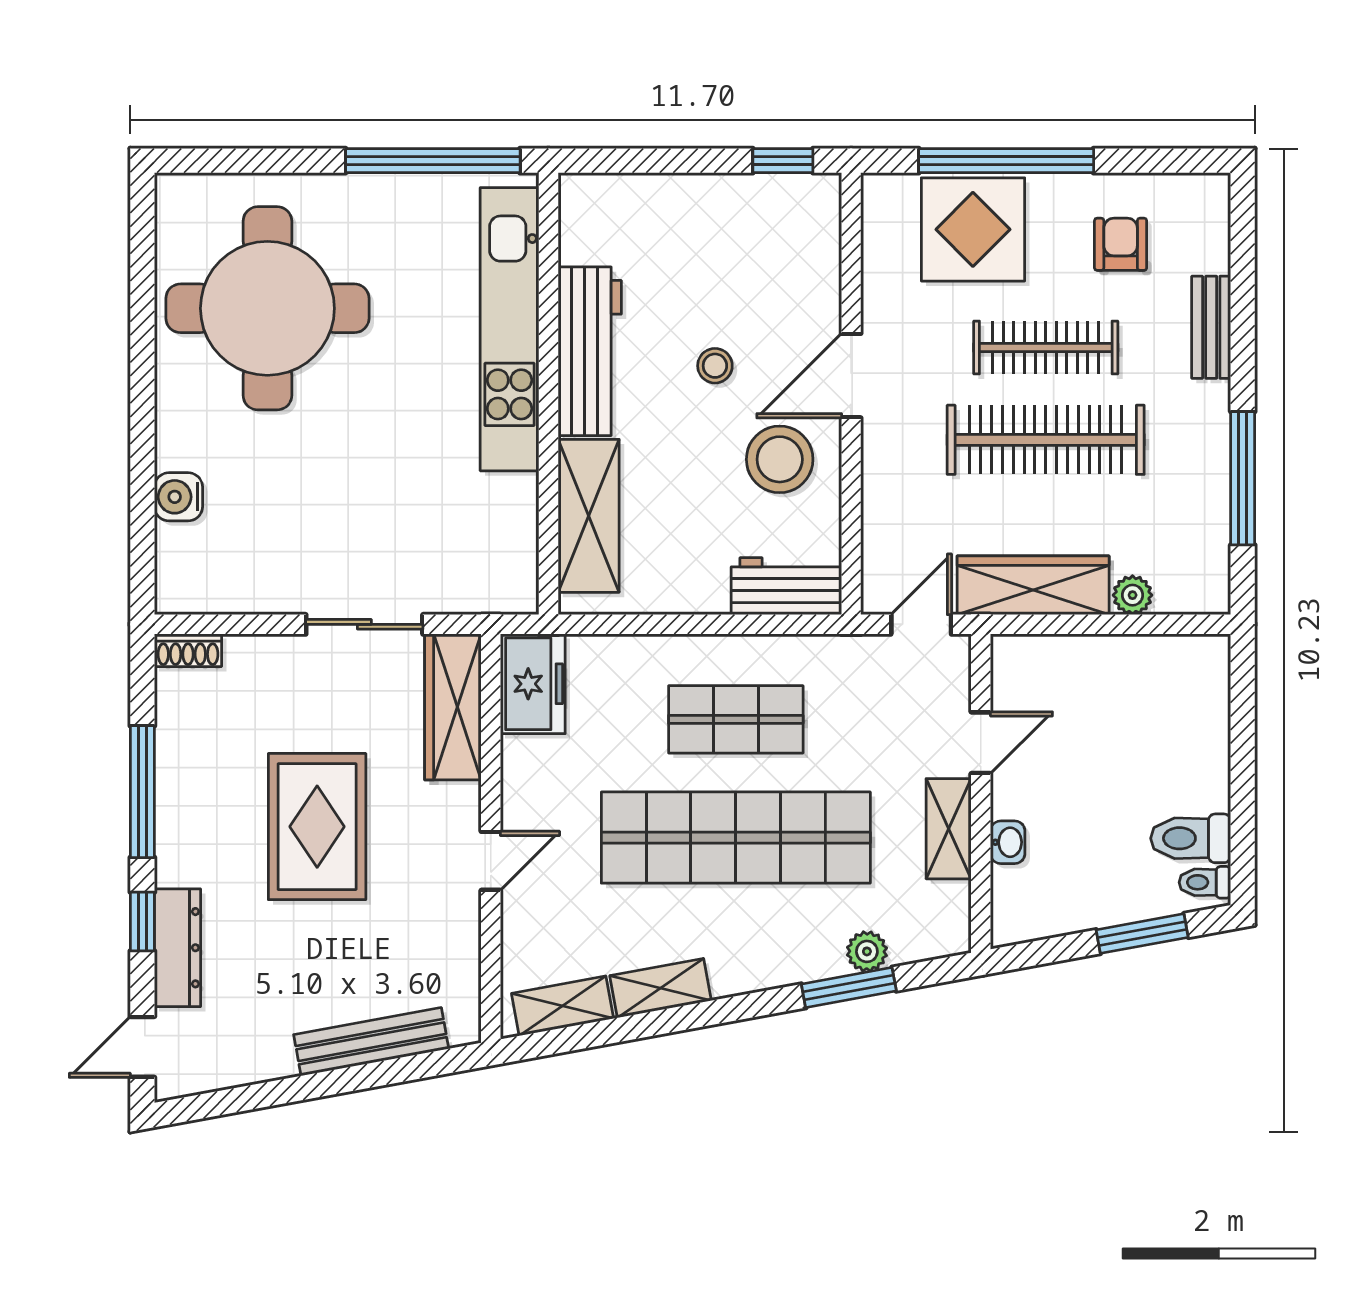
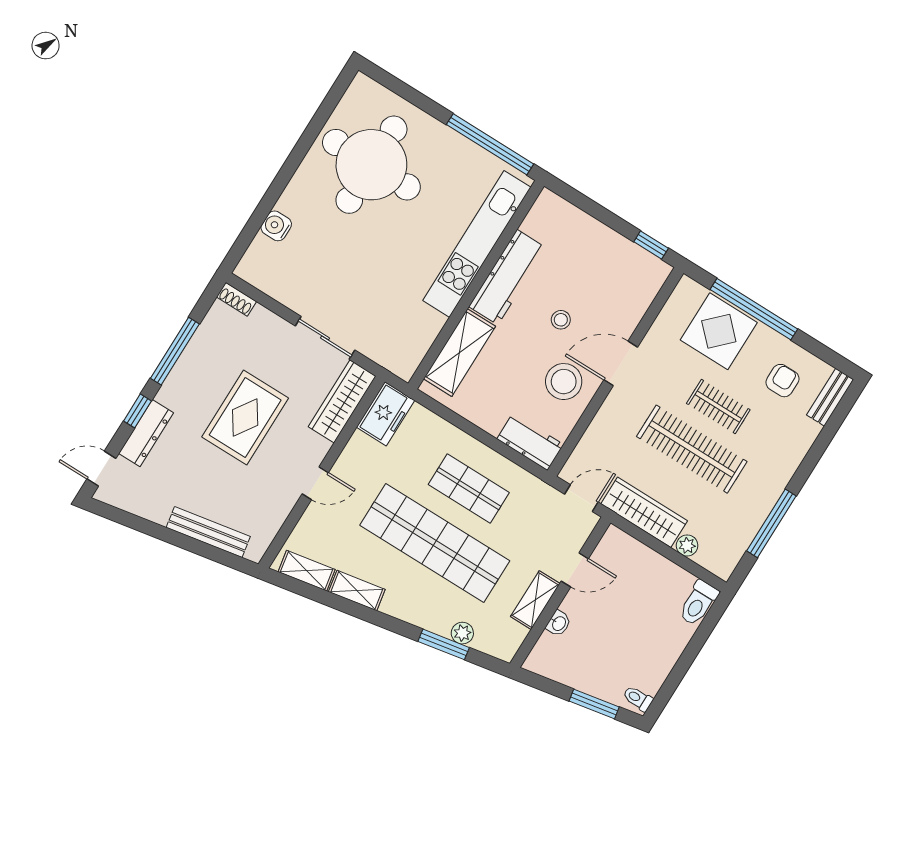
bench: (1211, 327) -> (830, 397), moved
clothes rail: (1046, 348) -> (718, 407), width x0.73
toilet: (1191, 838) -> (698, 603), moved, turned -90

